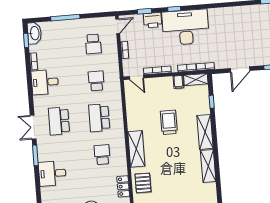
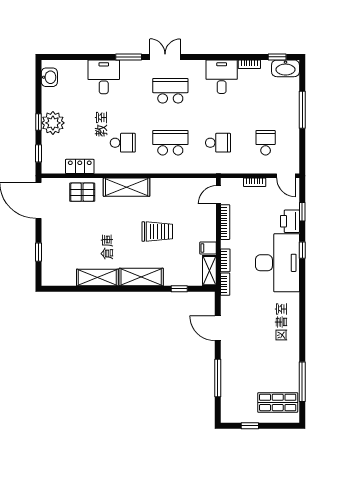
school desk: (93, 44) -> (266, 143), turned 90

